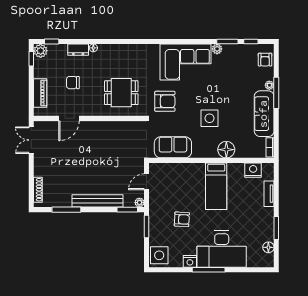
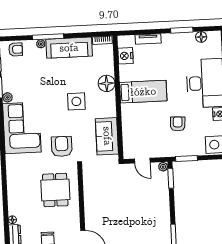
bench: (98, 201) -> (164, 208), removed

